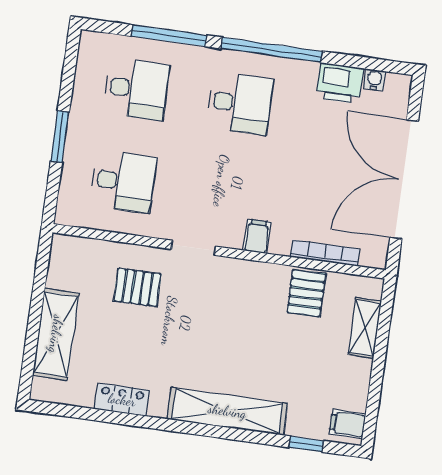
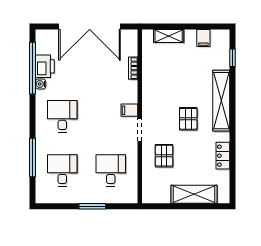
window: (272, 50) -> (33, 68), moved
water cooler: (374, 80) -> (41, 84), moved
filing cabinet: (257, 236) -> (129, 110), moved
bookcase: (325, 253) -> (133, 68), width x0.64
pallet: (306, 293) -> (188, 119), moved, turned 90
filing cabinet: (348, 424) -> (203, 38), moved

